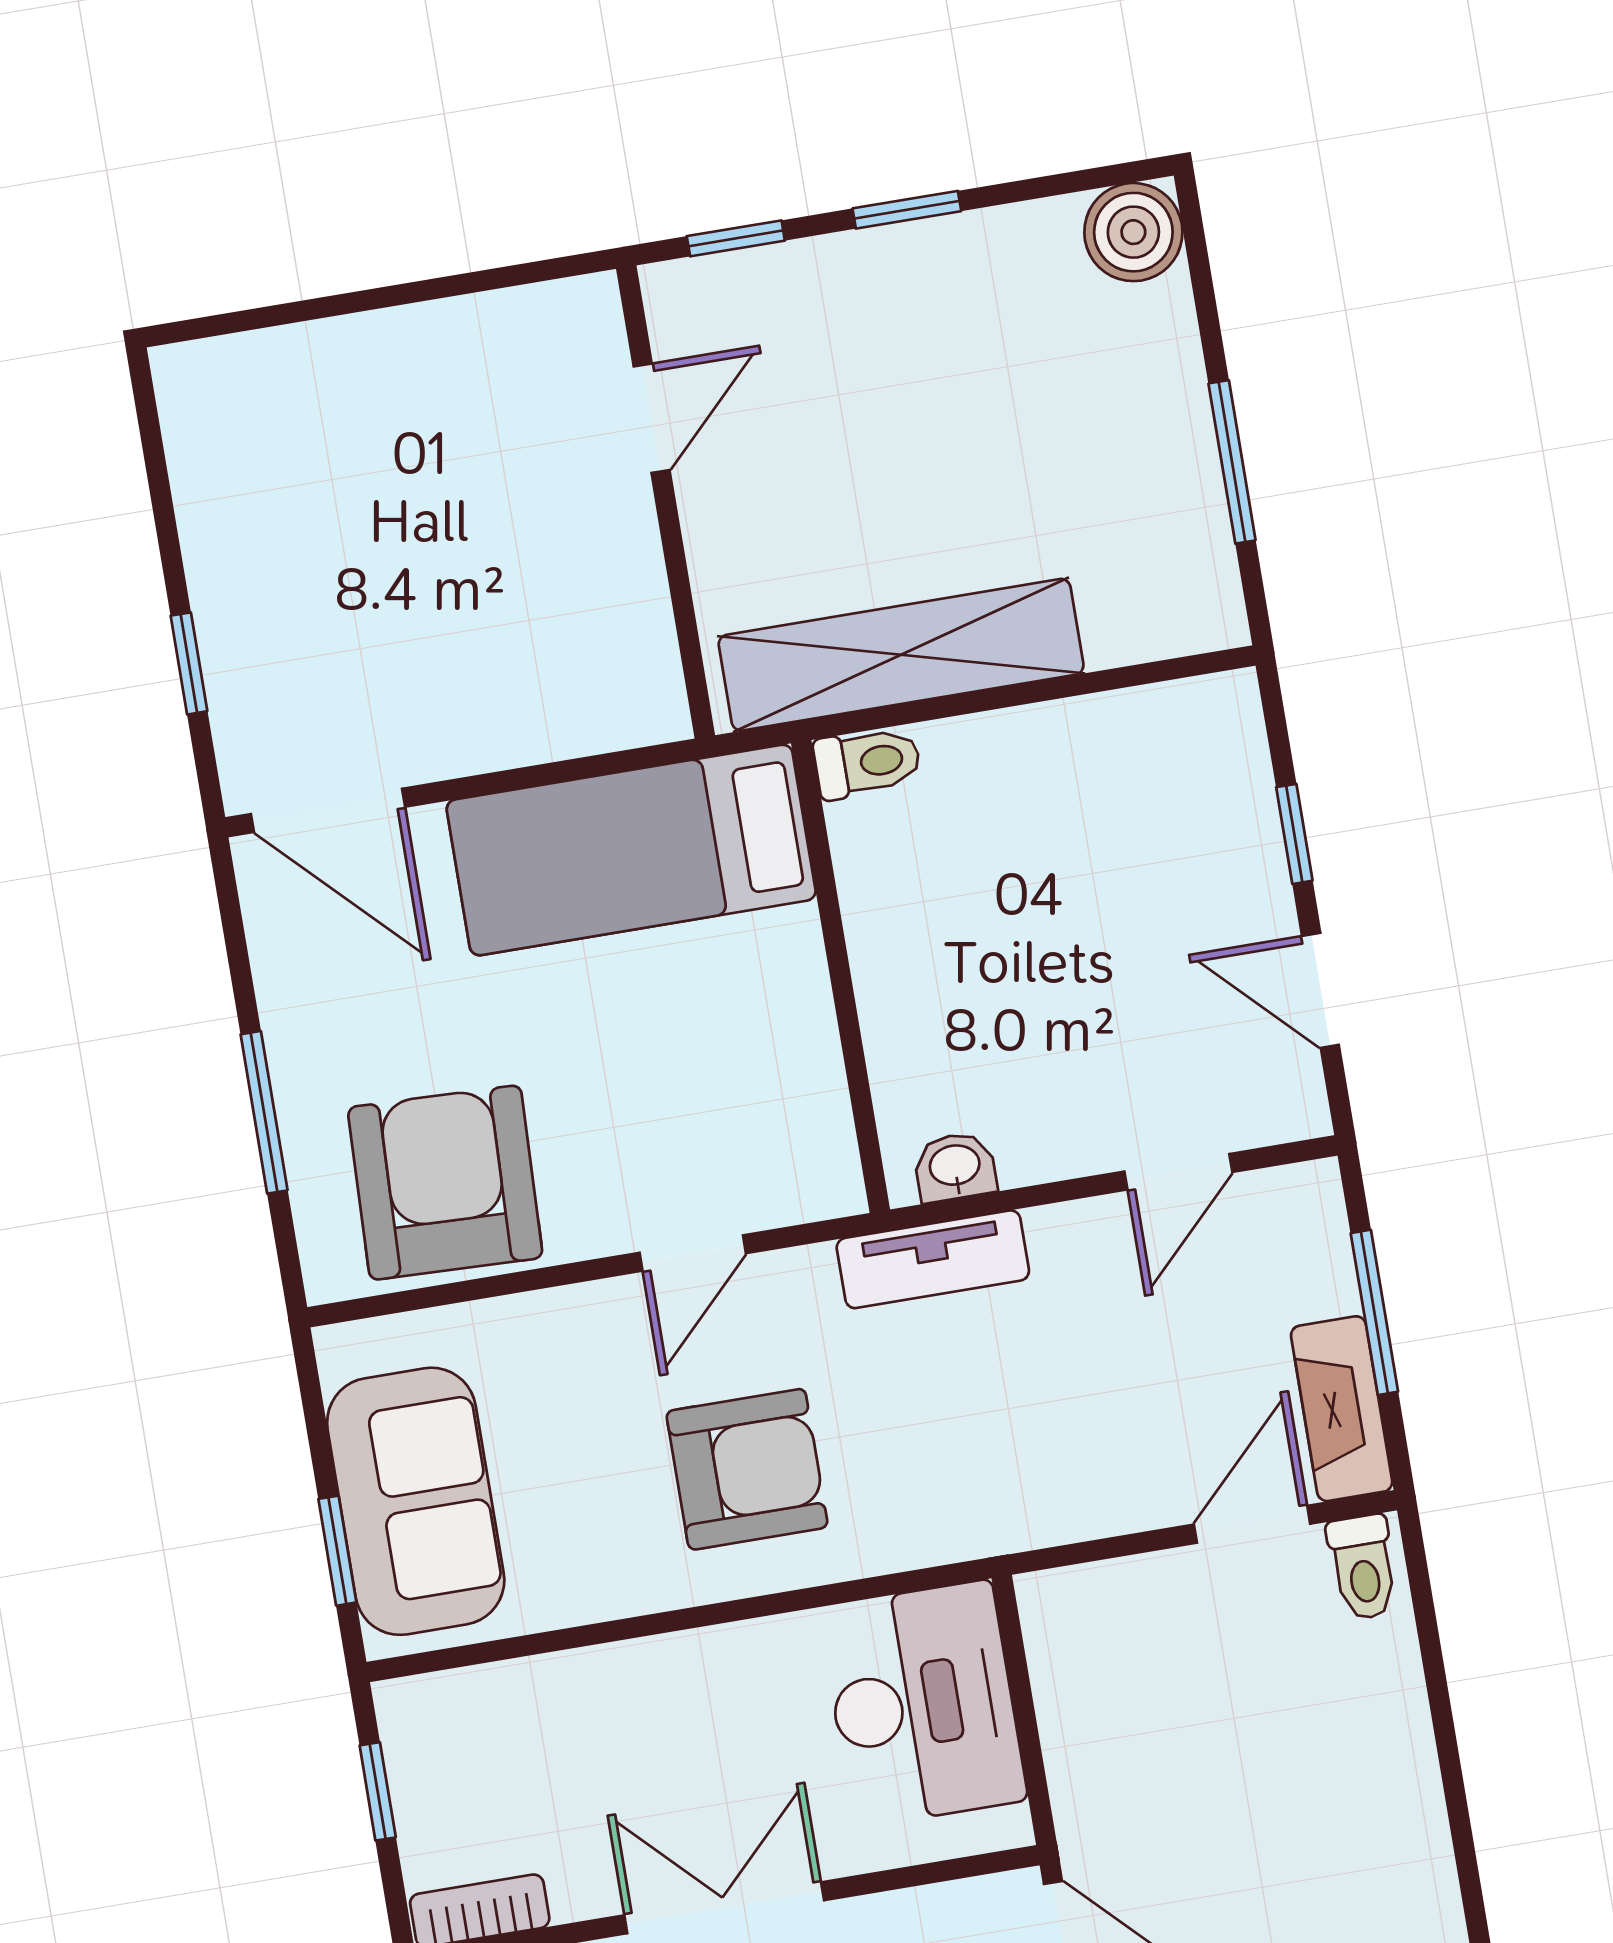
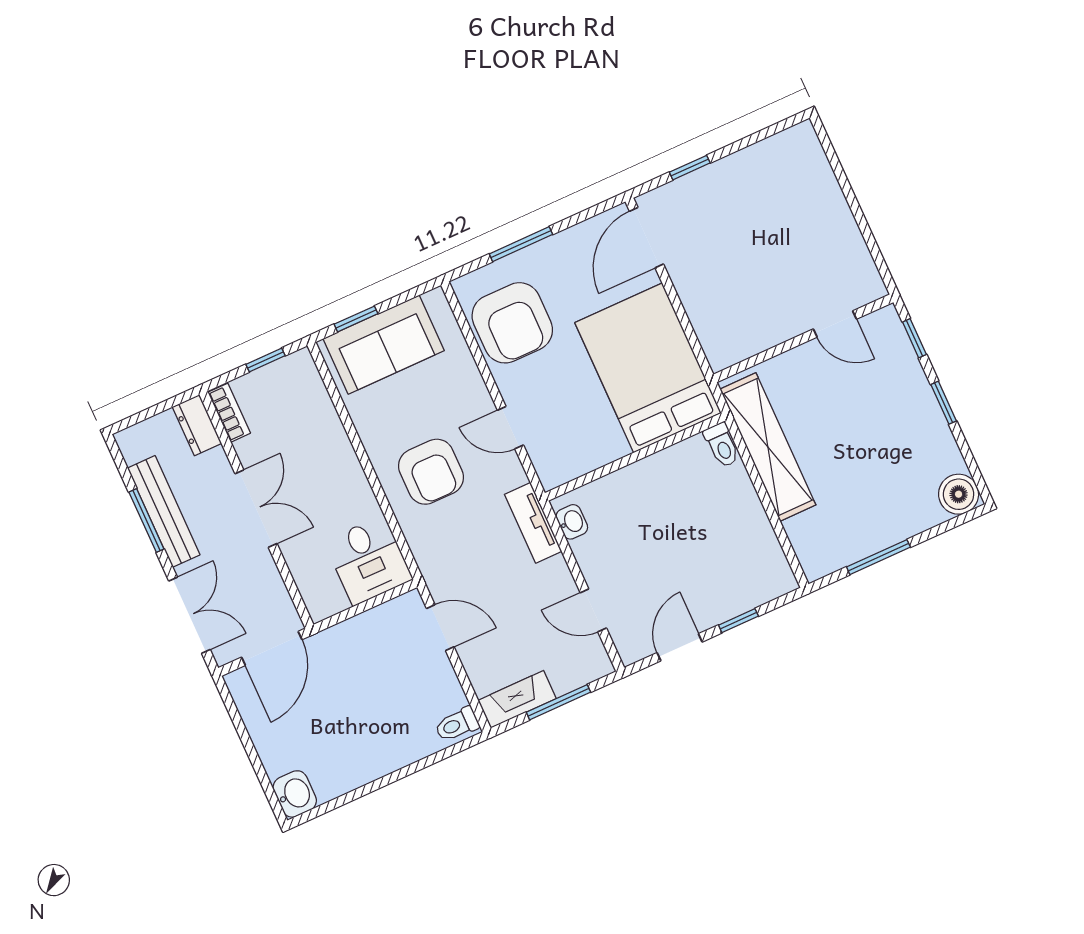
bed: (631, 850) -> (648, 368), width x1.50
armchair: (445, 1183) -> (512, 323), turned 88
door: (1252, 1524) -> (440, 628), moved
desk: (923, 1704) -> (368, 560), width x0.73

